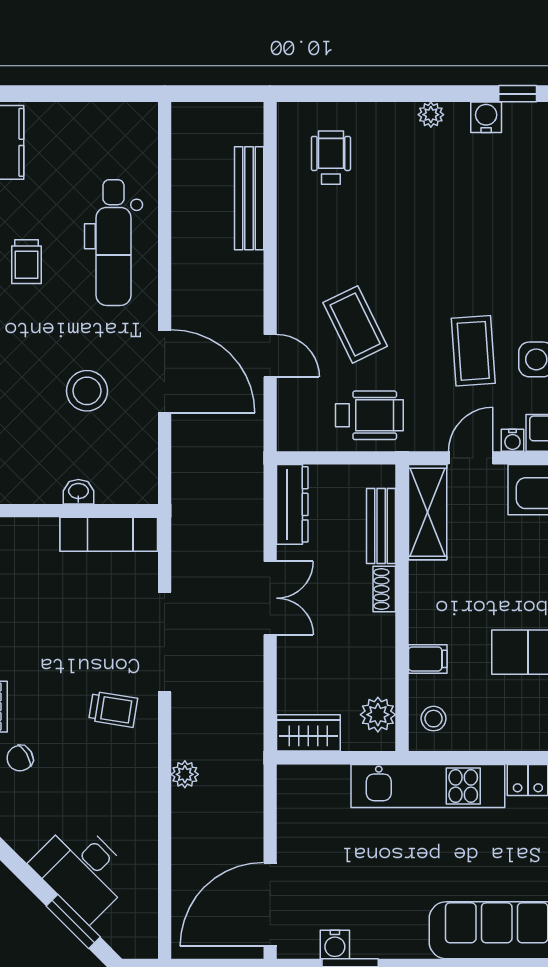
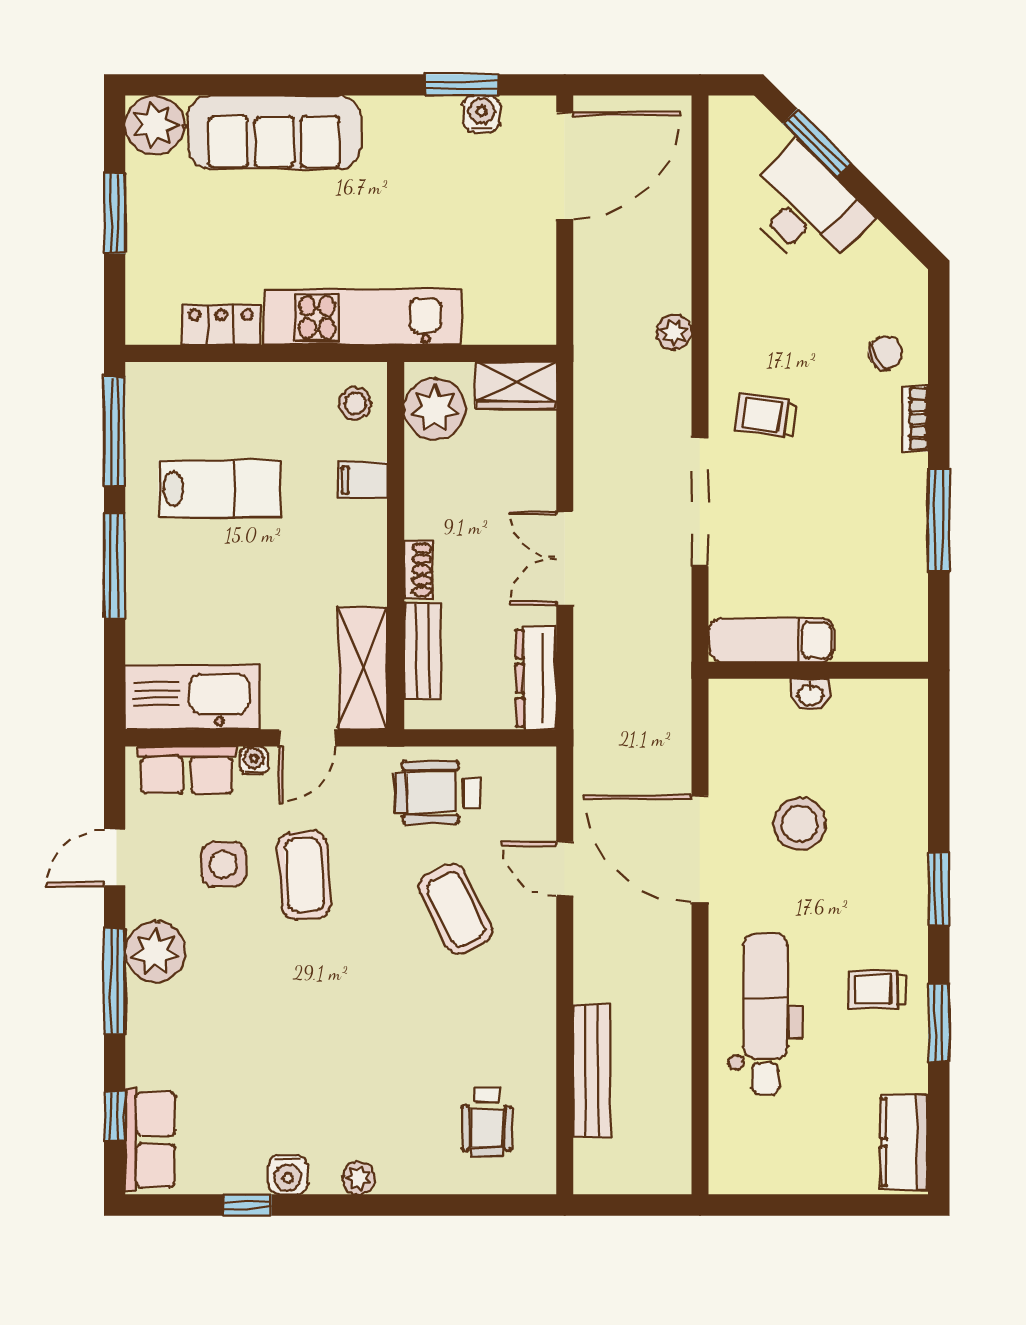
trolley: (27, 262) -> (877, 990), turned -90
plant: (378, 715) -> (435, 409), width x1.36, depth x1.36

